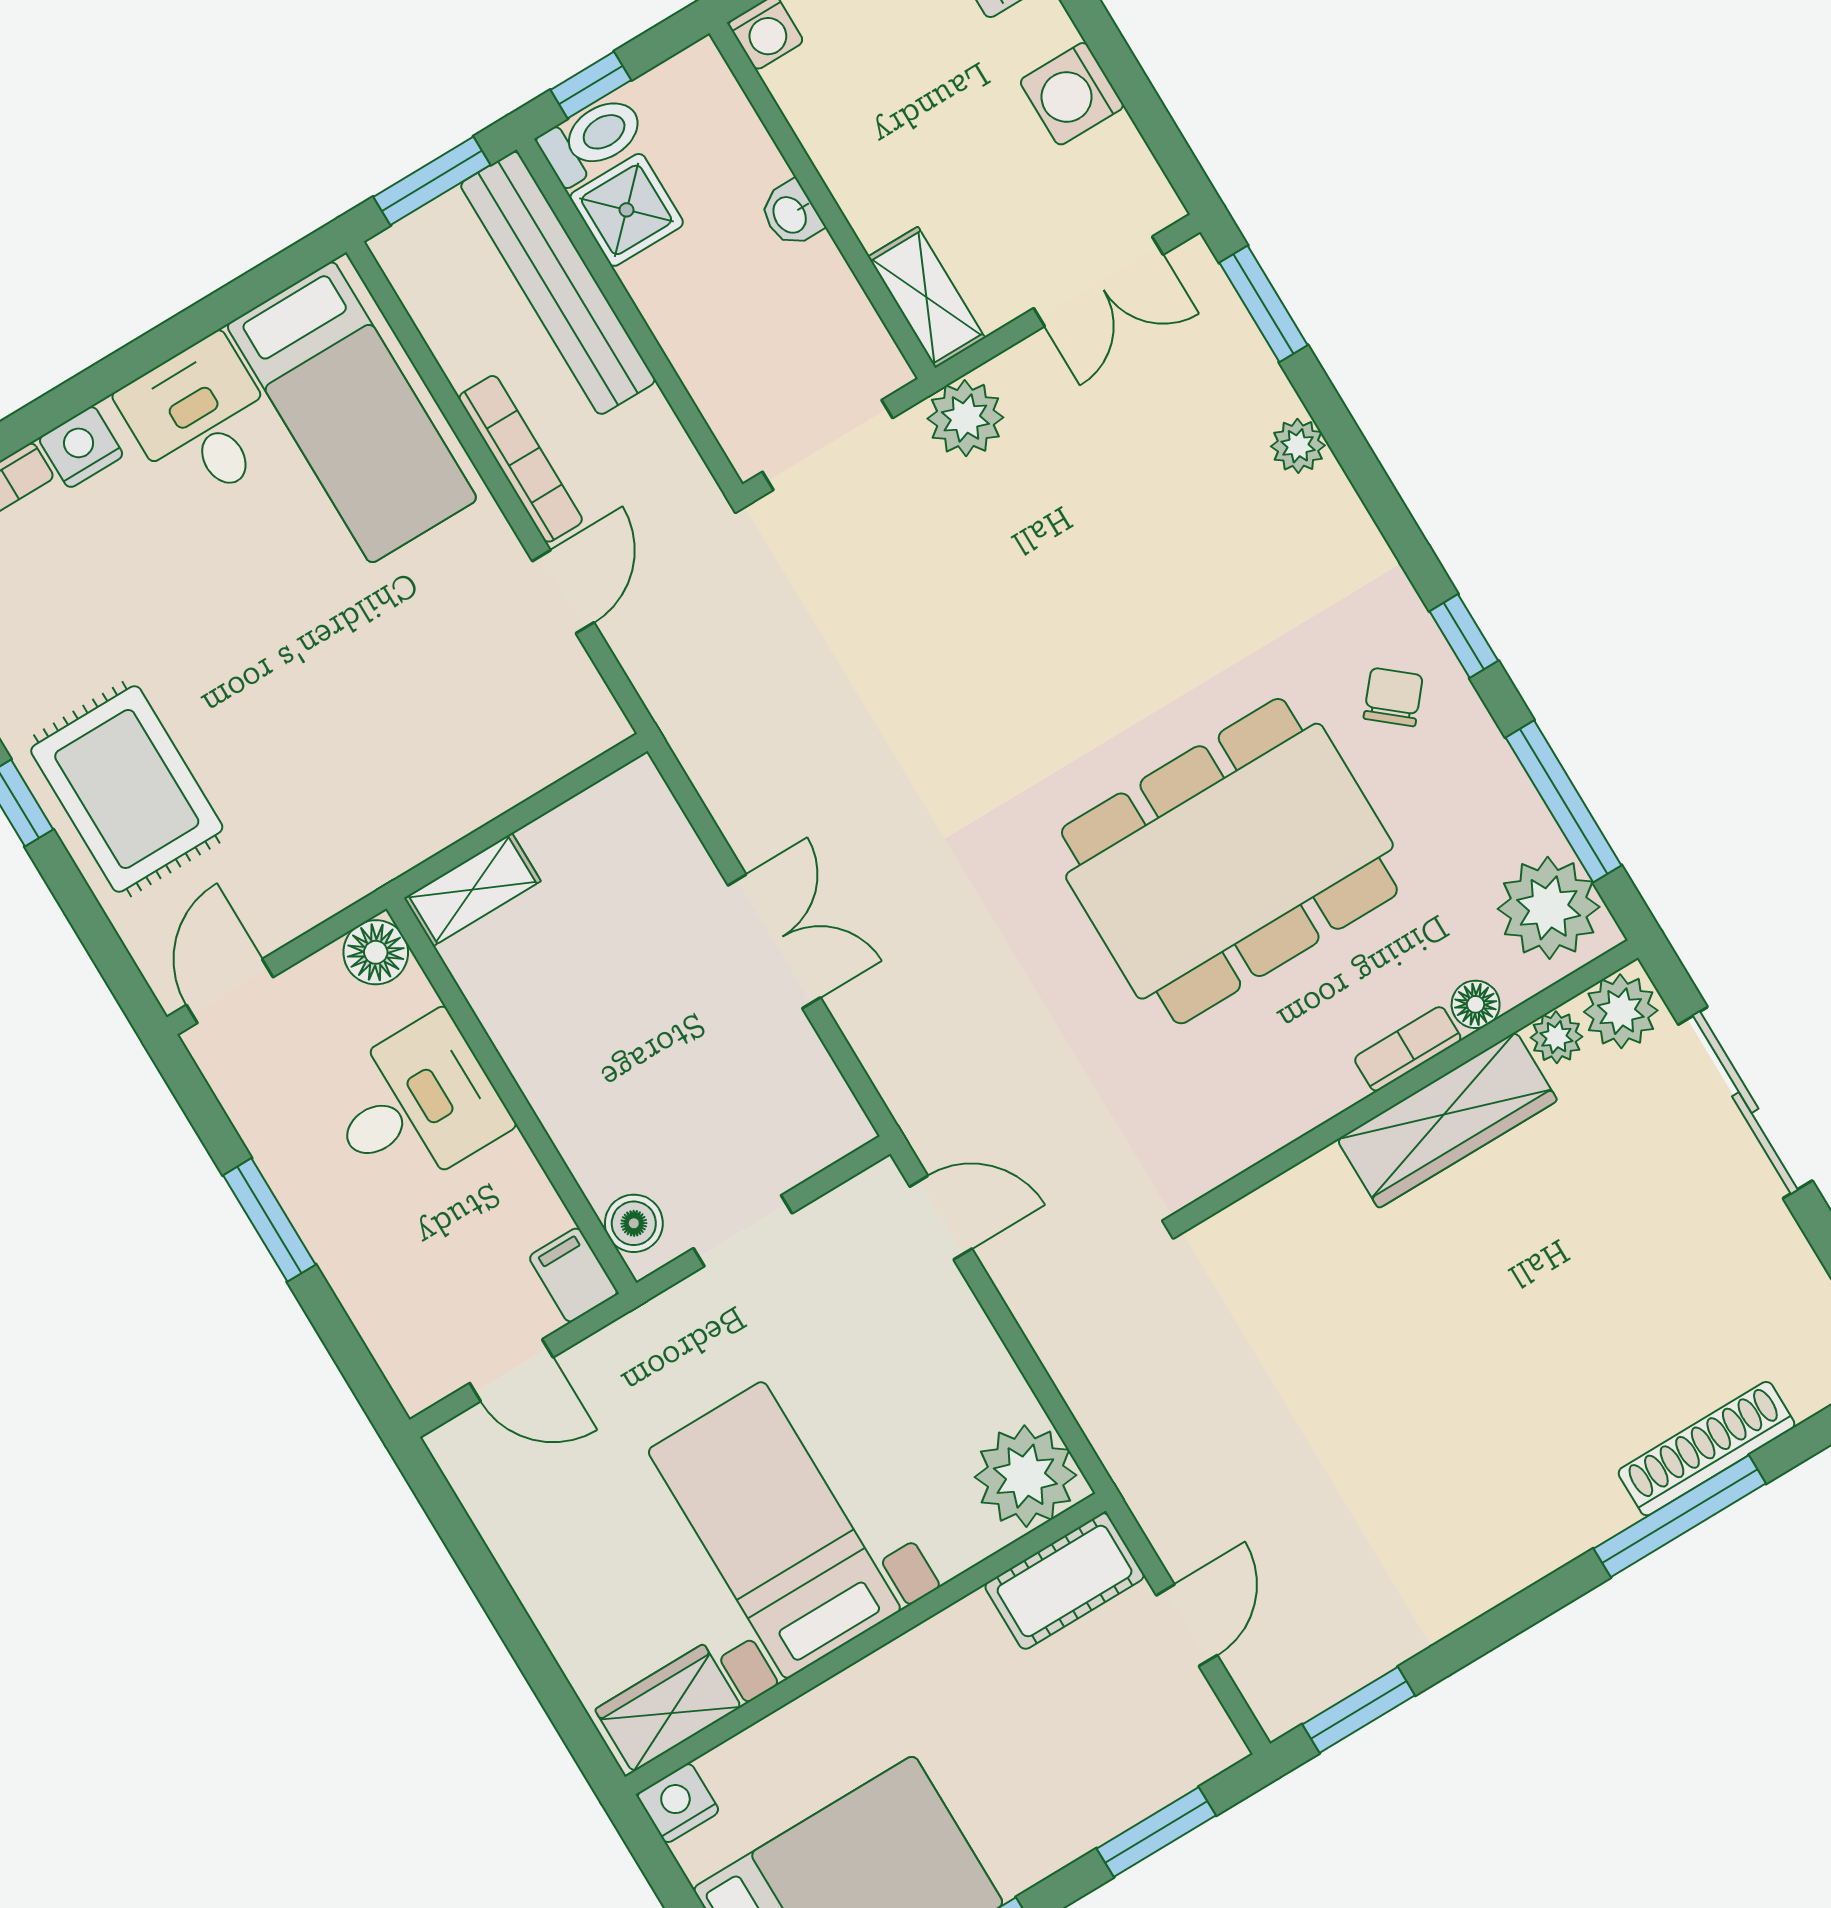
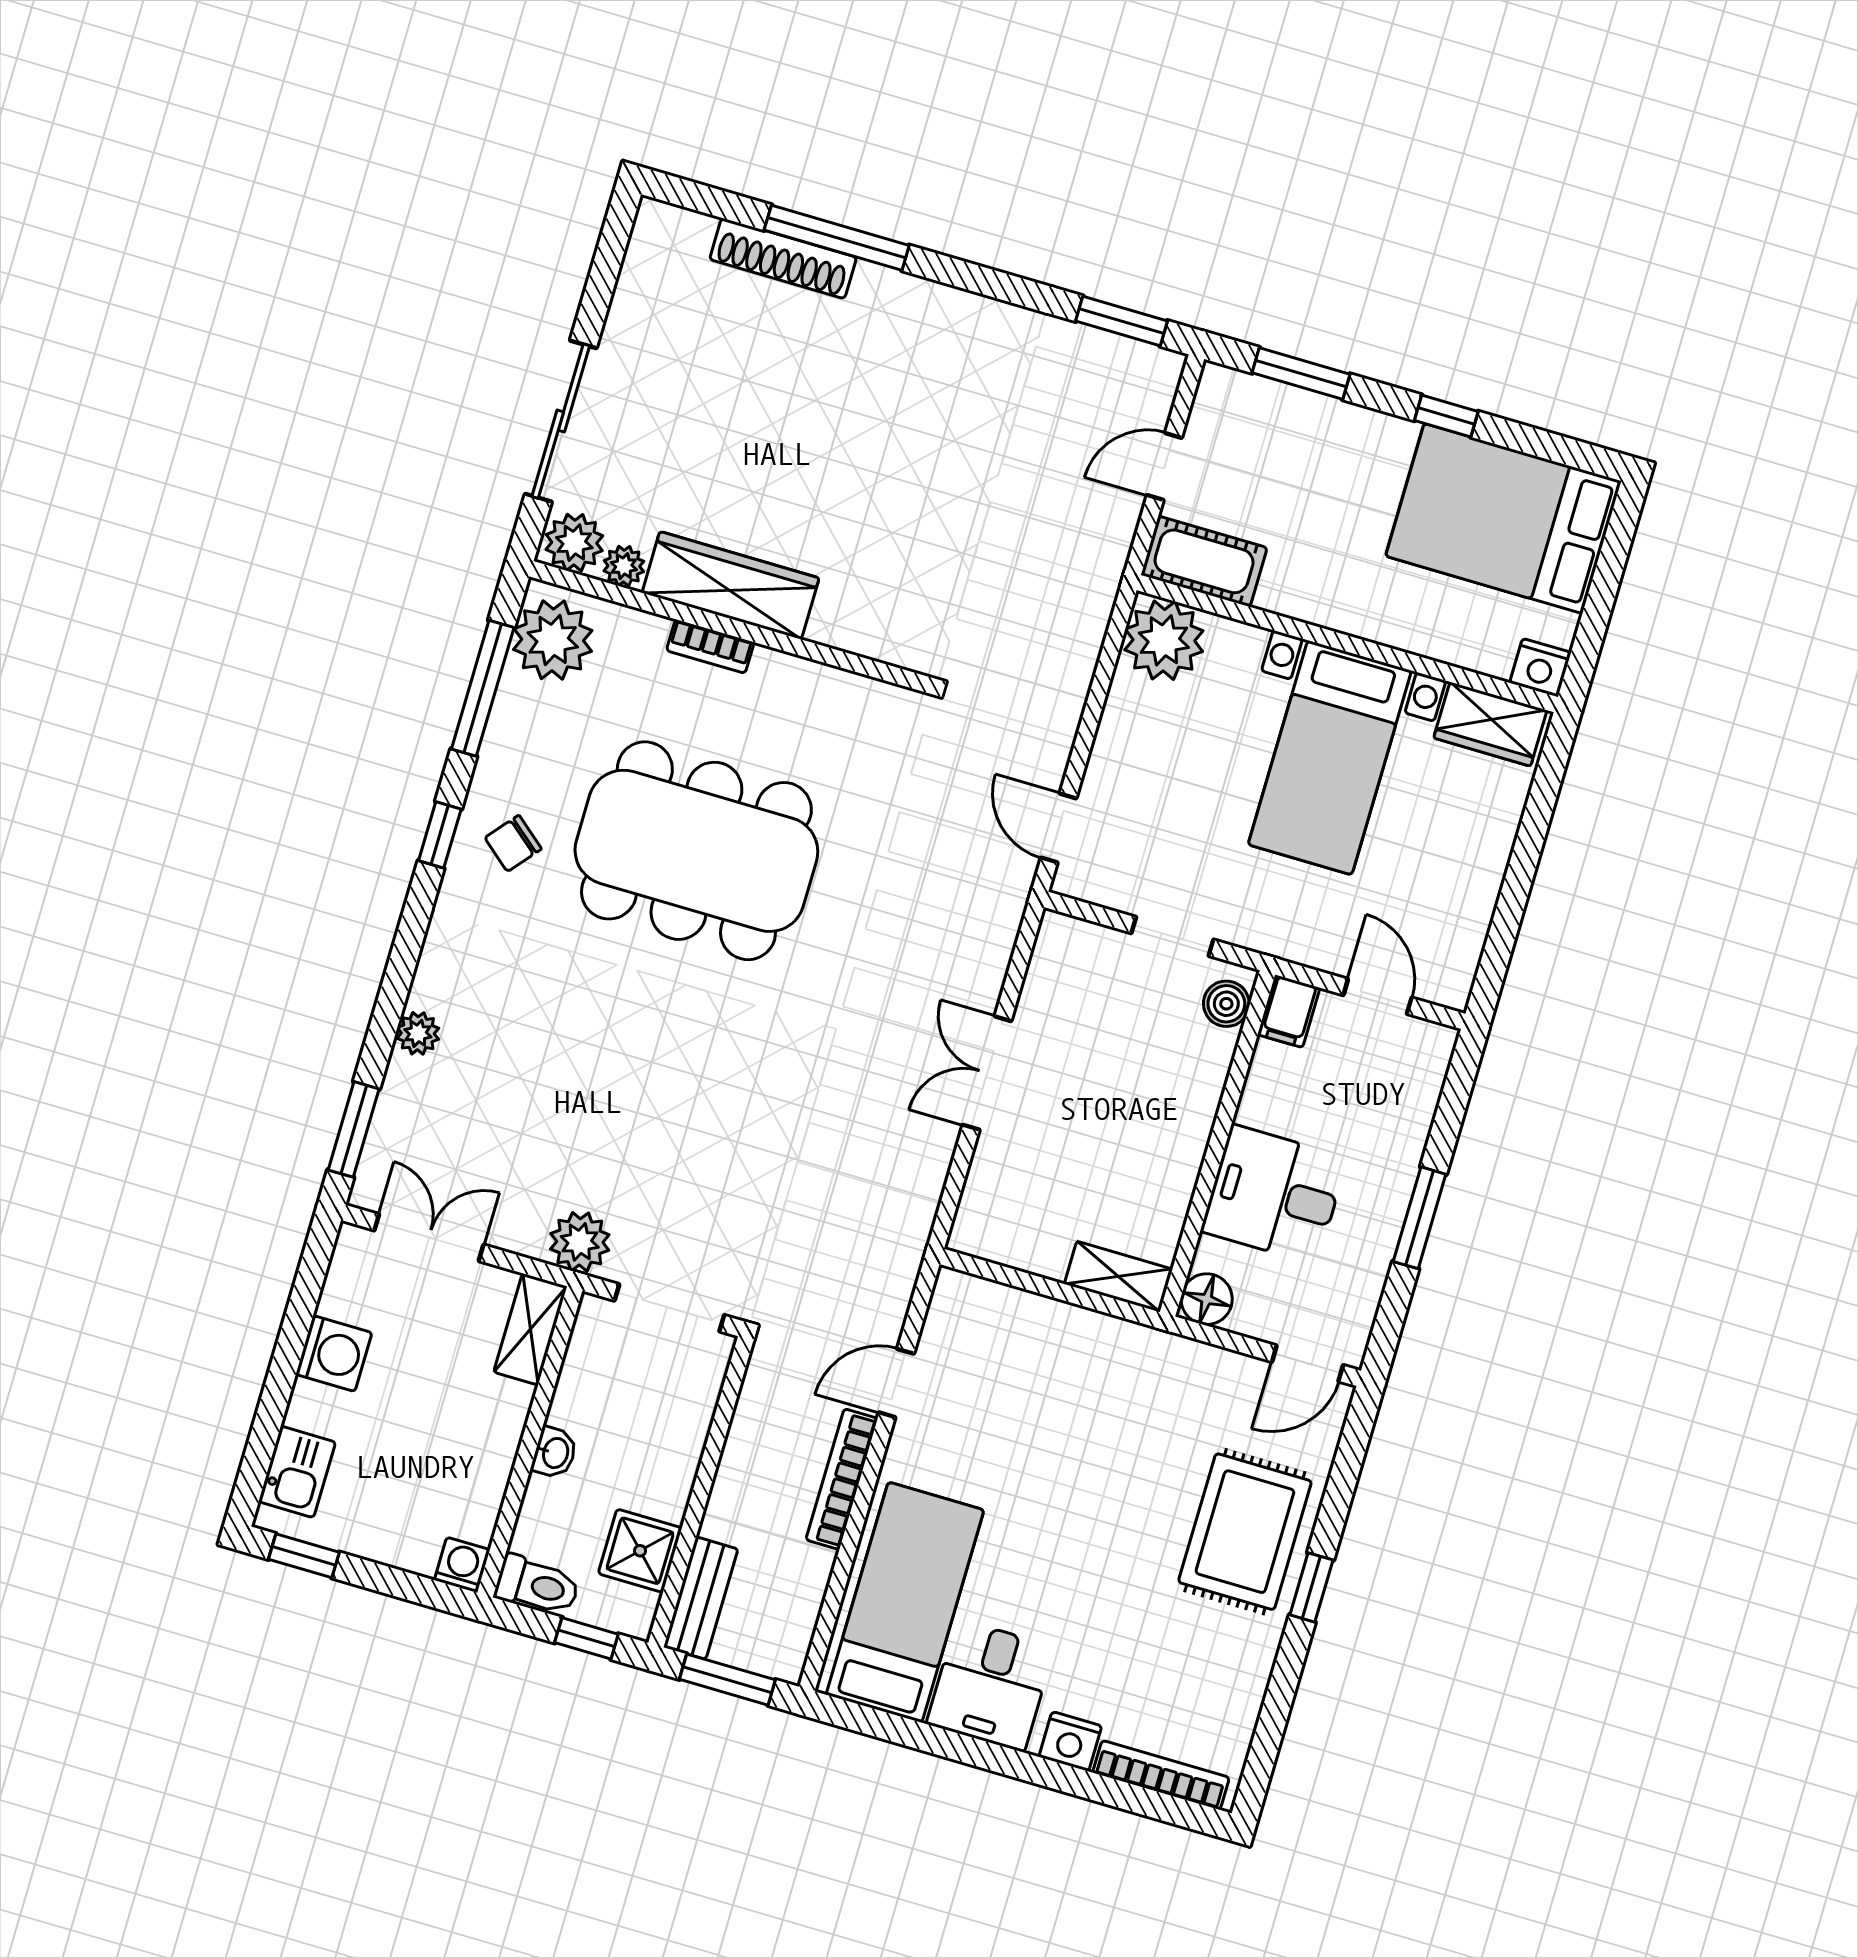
toilet: (592, 139) -> (537, 1585), moved, turned 180
bench: (558, 283) -> (701, 1598), width x0.54, depth x0.82
floor lamp: (1476, 1004) -> (648, 631), removed

